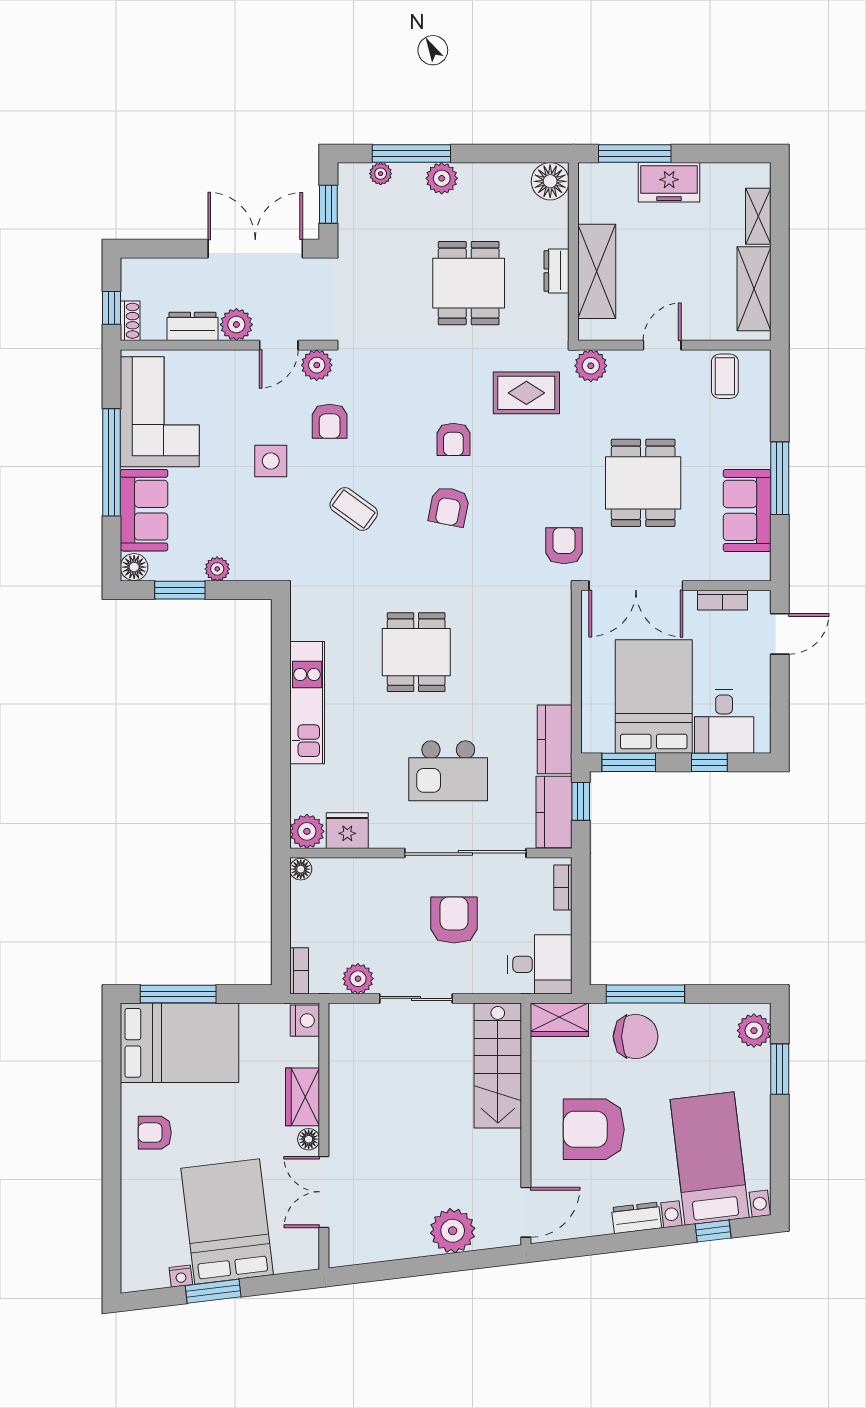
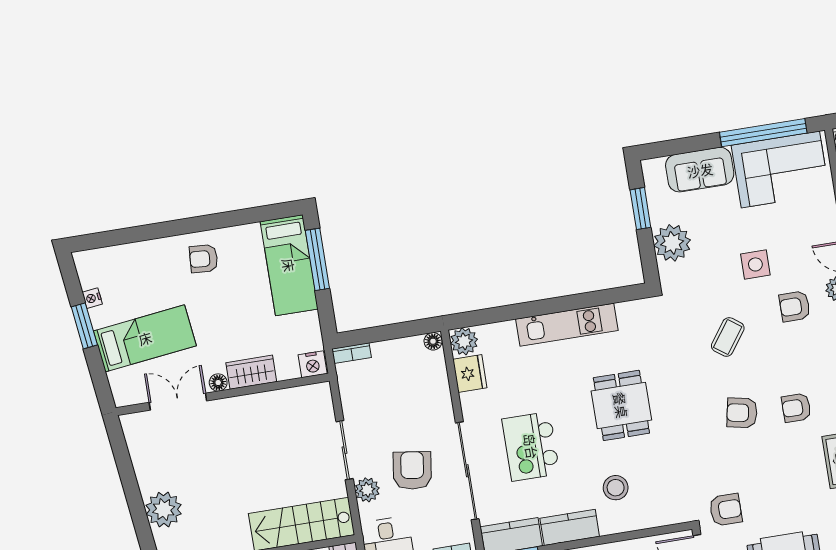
window: (112, 462) -> (763, 133), moved
floor lamp: (134, 567) -> (653, 169), removed
plant: (217, 569) -> (672, 243), width x1.87, depth x1.87
dining table: (416, 652) -> (621, 405), turned 90
stool: (515, 675) -> (616, 488), added
armchair: (454, 920) -> (412, 470), turned -82
plant: (358, 979) -> (367, 490), moved
bed: (180, 1043) -> (289, 265), width x0.67
armchair: (155, 1133) -> (204, 259), turned -86
bed: (227, 1222) -> (145, 338), width x0.67

